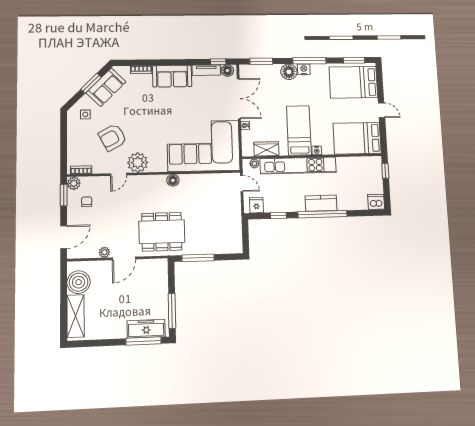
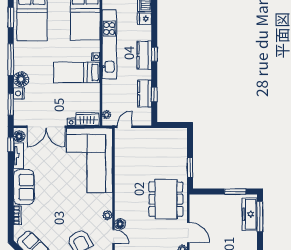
nightstand: (304, 69) -> (19, 93), moved
double door: (239, 99) -> (46, 127), swing flipped
wardrobe: (266, 149) -> (87, 119), moved, turned 90
plant: (138, 163) -> (108, 215), width x0.53, depth x0.53
kitchen unit: (298, 165) -> (109, 44), moved
floor lamp: (173, 180) -> (120, 224), moved
fridge: (256, 205) -> (144, 19), moved
kitchen counter: (279, 205) -> (145, 94), added
window: (322, 214) -> (154, 54), width x0.32
window: (198, 258) -> (190, 168), width x0.69
window: (172, 311) -> (235, 192), width x0.69

